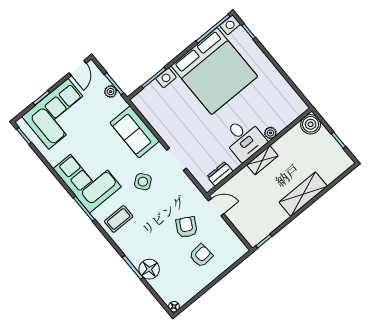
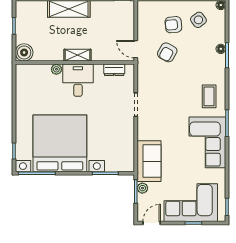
sofa: (135, 132) -> (149, 161), moved
side table: (143, 182) -> (198, 20), moved
coffee table: (119, 219) -> (209, 96), turned 90
floor lamp: (149, 269) -> (221, 49), width x0.53, depth x0.53

